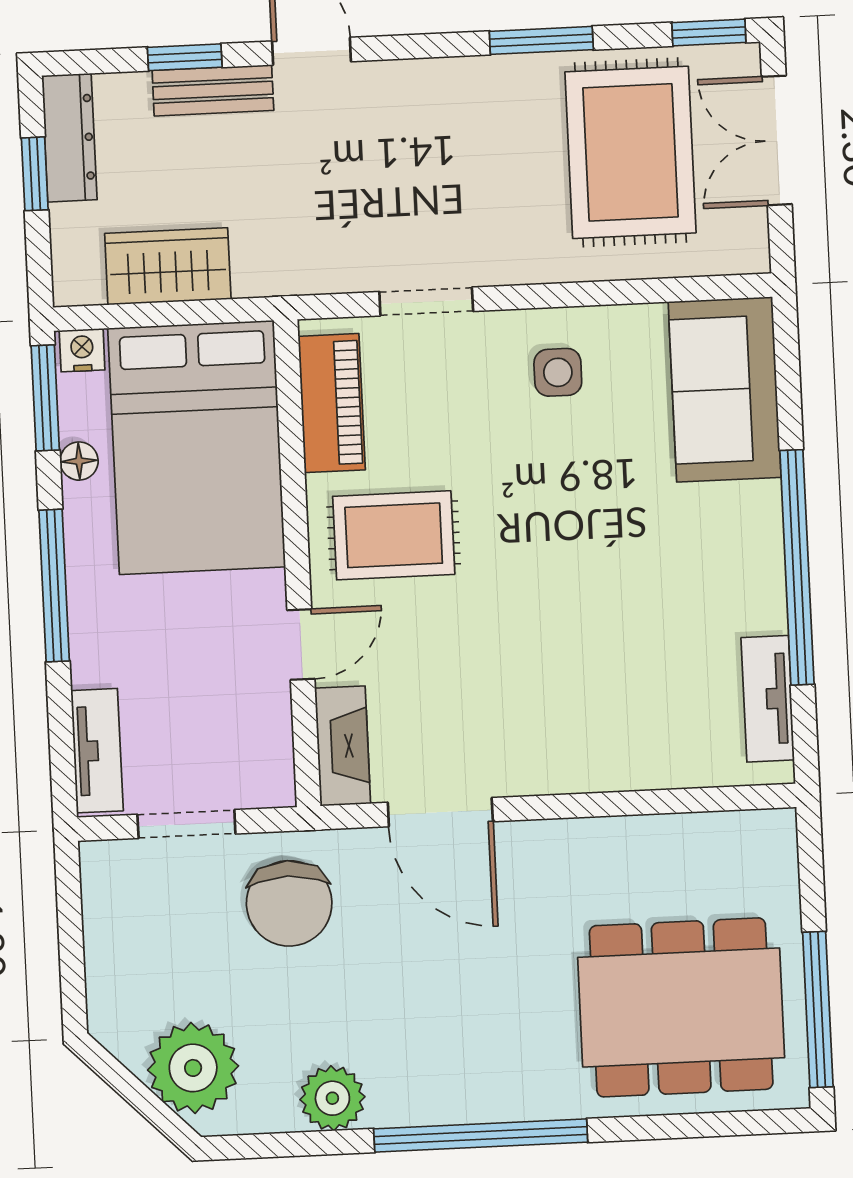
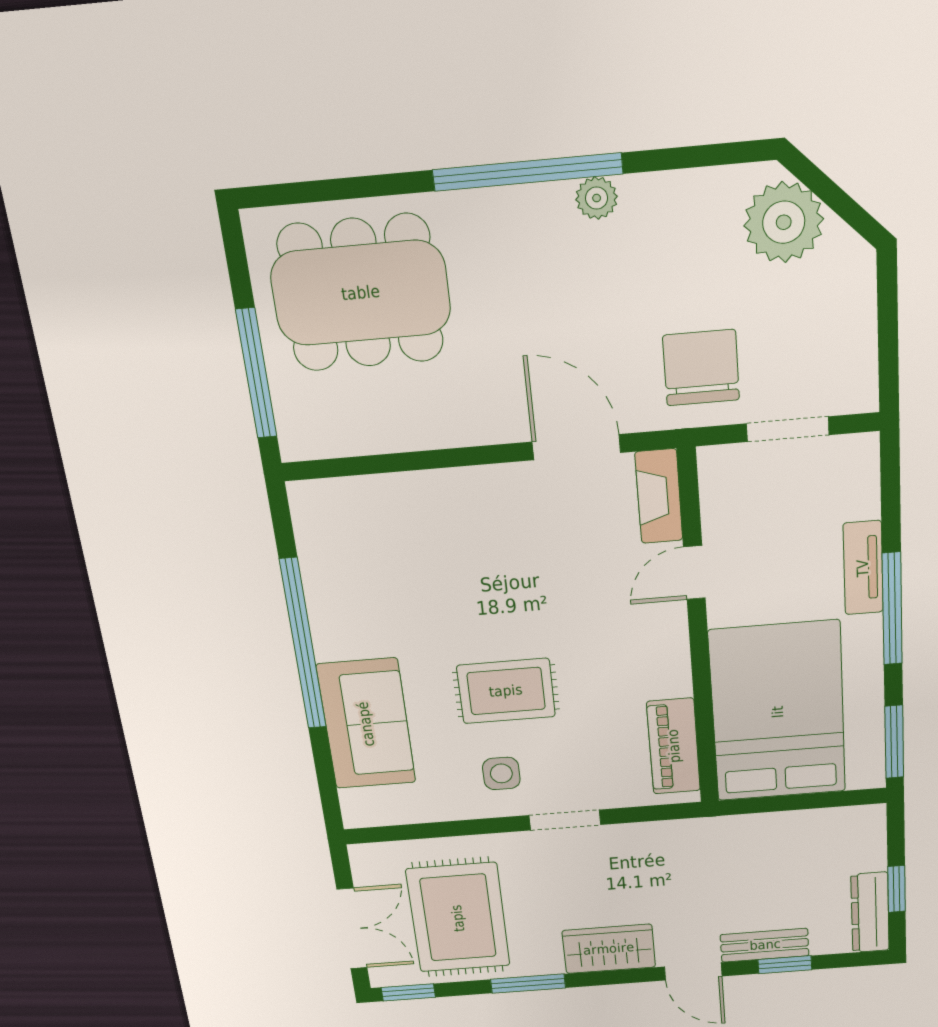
wardrobe: (168, 266) -> (609, 949), moved, turned 180
doorway: (426, 301) -> (565, 820), moved
nightstand: (82, 350) -> (865, 775), removed
sofa: (725, 390) -> (366, 724), moved
floor lamp: (79, 461) -> (870, 699), removed
rug: (394, 535) -> (506, 691), moved
tv unit: (768, 699) -> (315, 546), removed
tv unit: (97, 751) -> (863, 568), moved
window: (818, 1009) -> (256, 373), moved
plant: (332, 1098) -> (597, 198), moved, width x0.73, depth x0.73

